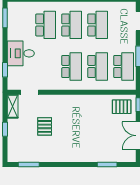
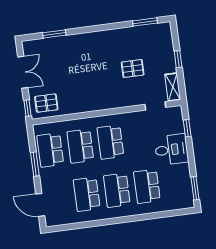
pallet: (45, 126) -> (133, 69), turned 90

